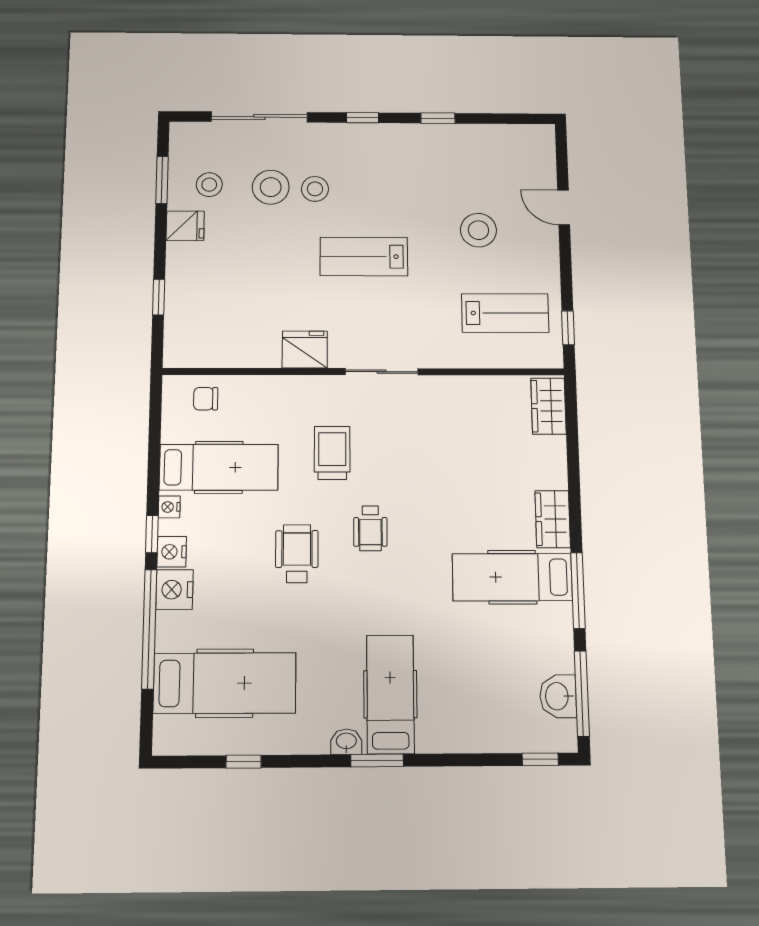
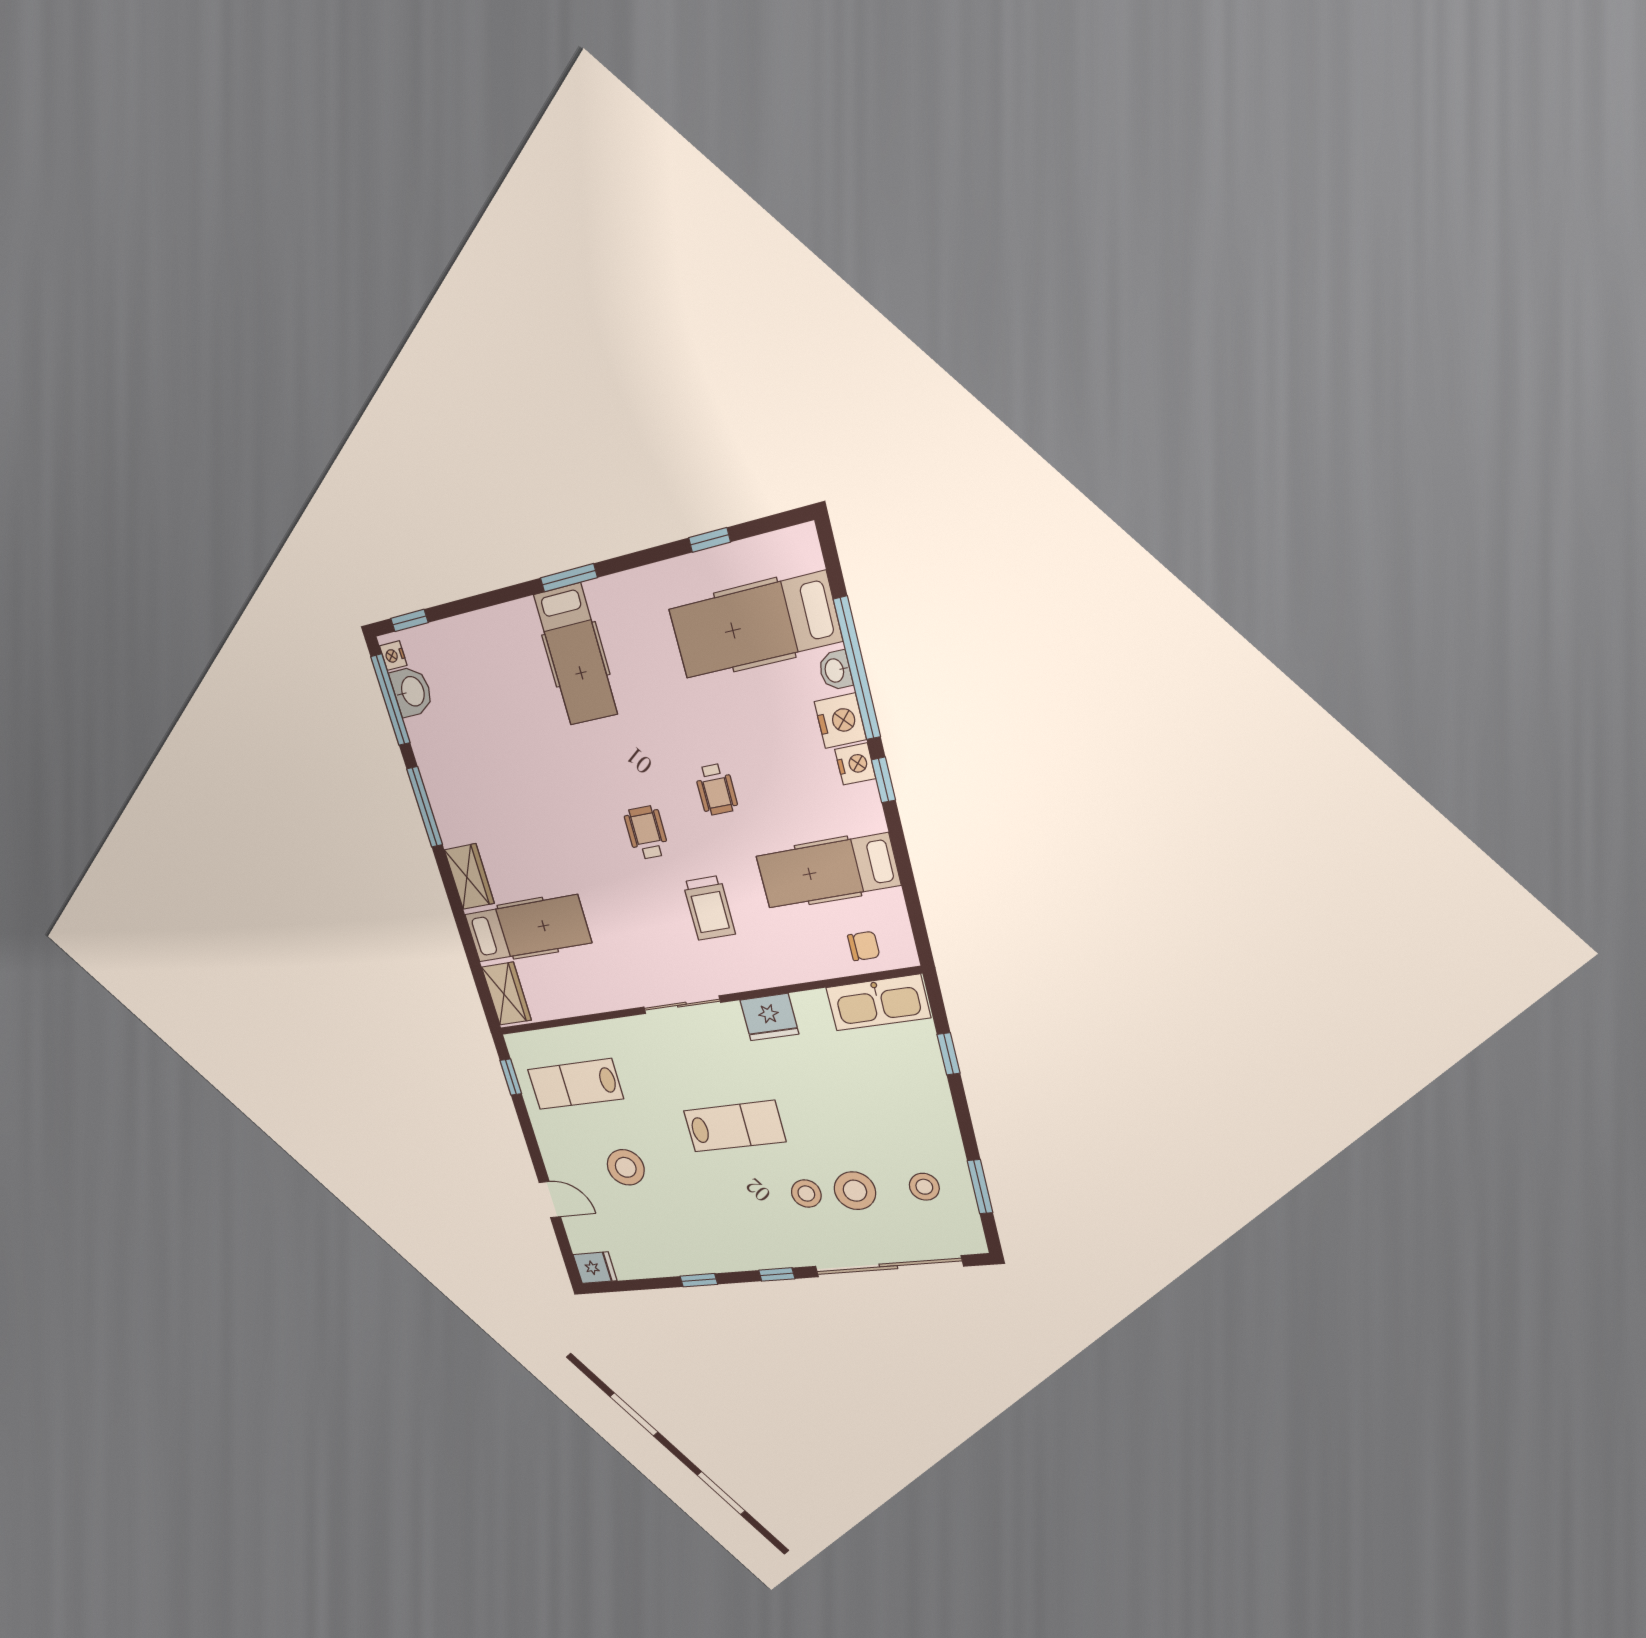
sliding door: (259, 117) -> (888, 1266), width x1.36
fridge: (185, 226) -> (595, 1268), moved, turned 180
kitchen sink: (206, 349) -> (878, 1003), added
nightstand: (169, 507) -> (393, 656), moved, turned 180
wheelchair: (297, 554) -> (716, 789), width x0.73, depth x0.73
hospital bed: (512, 577) -> (528, 929), moved
washbasin: (346, 742) -> (835, 670), moved, turned 90

